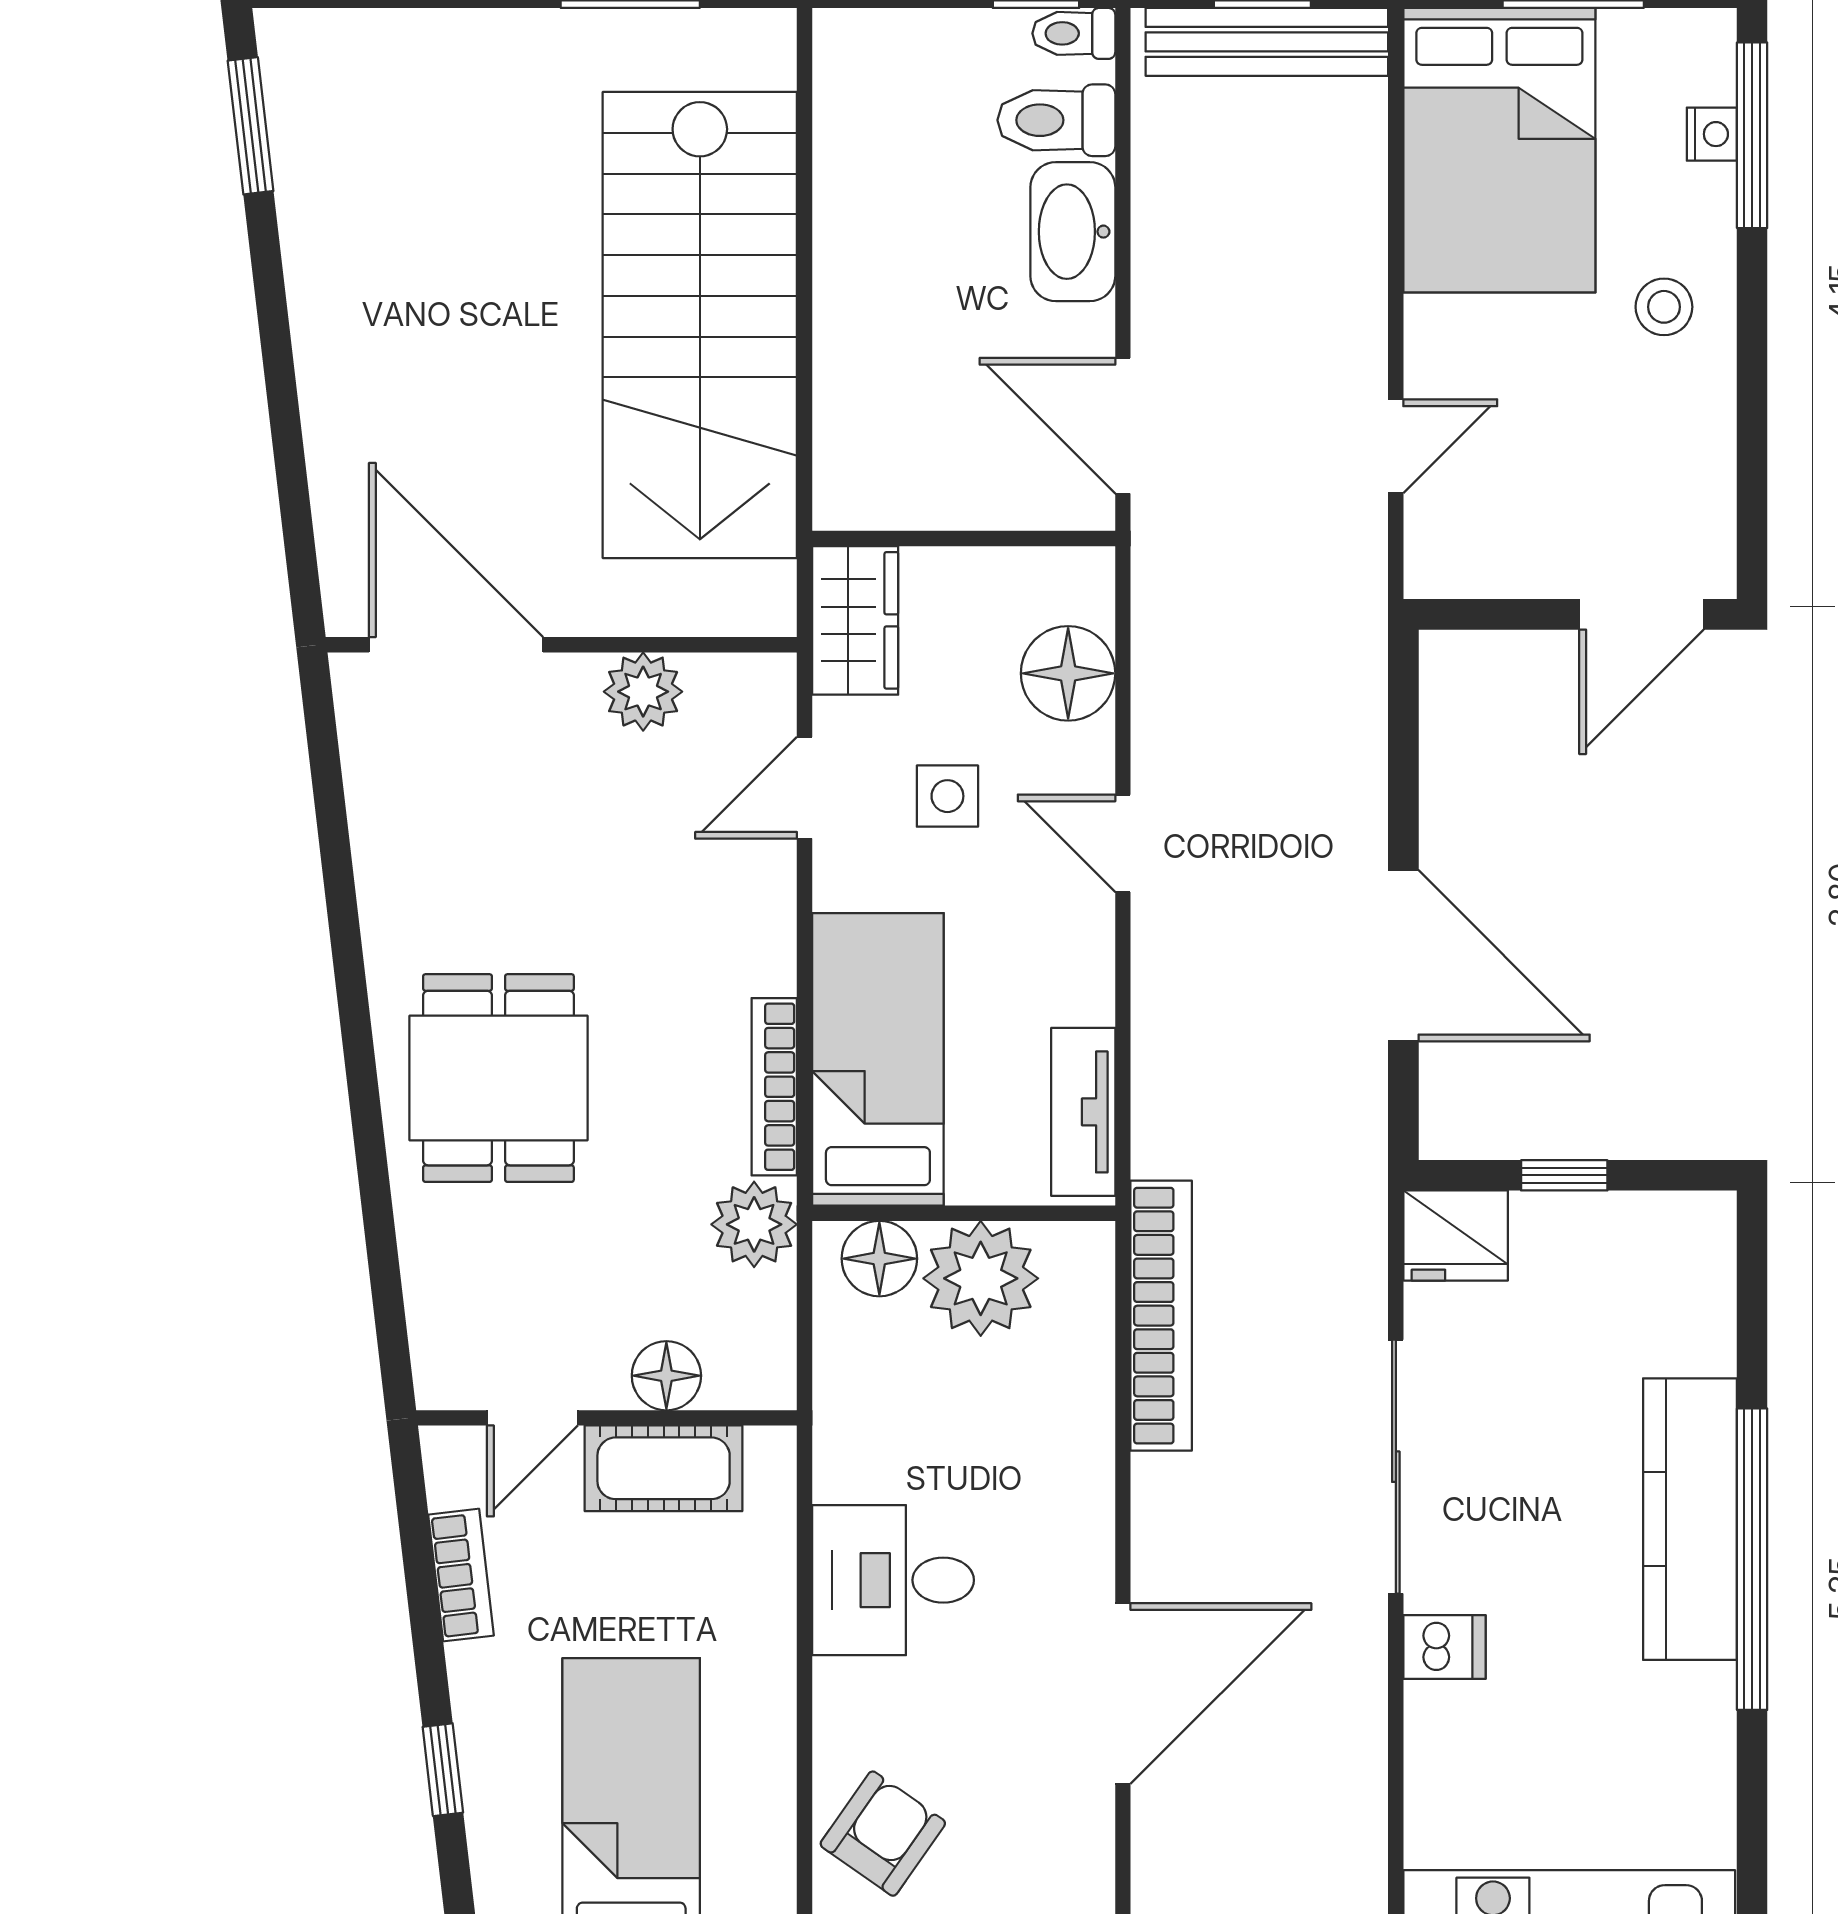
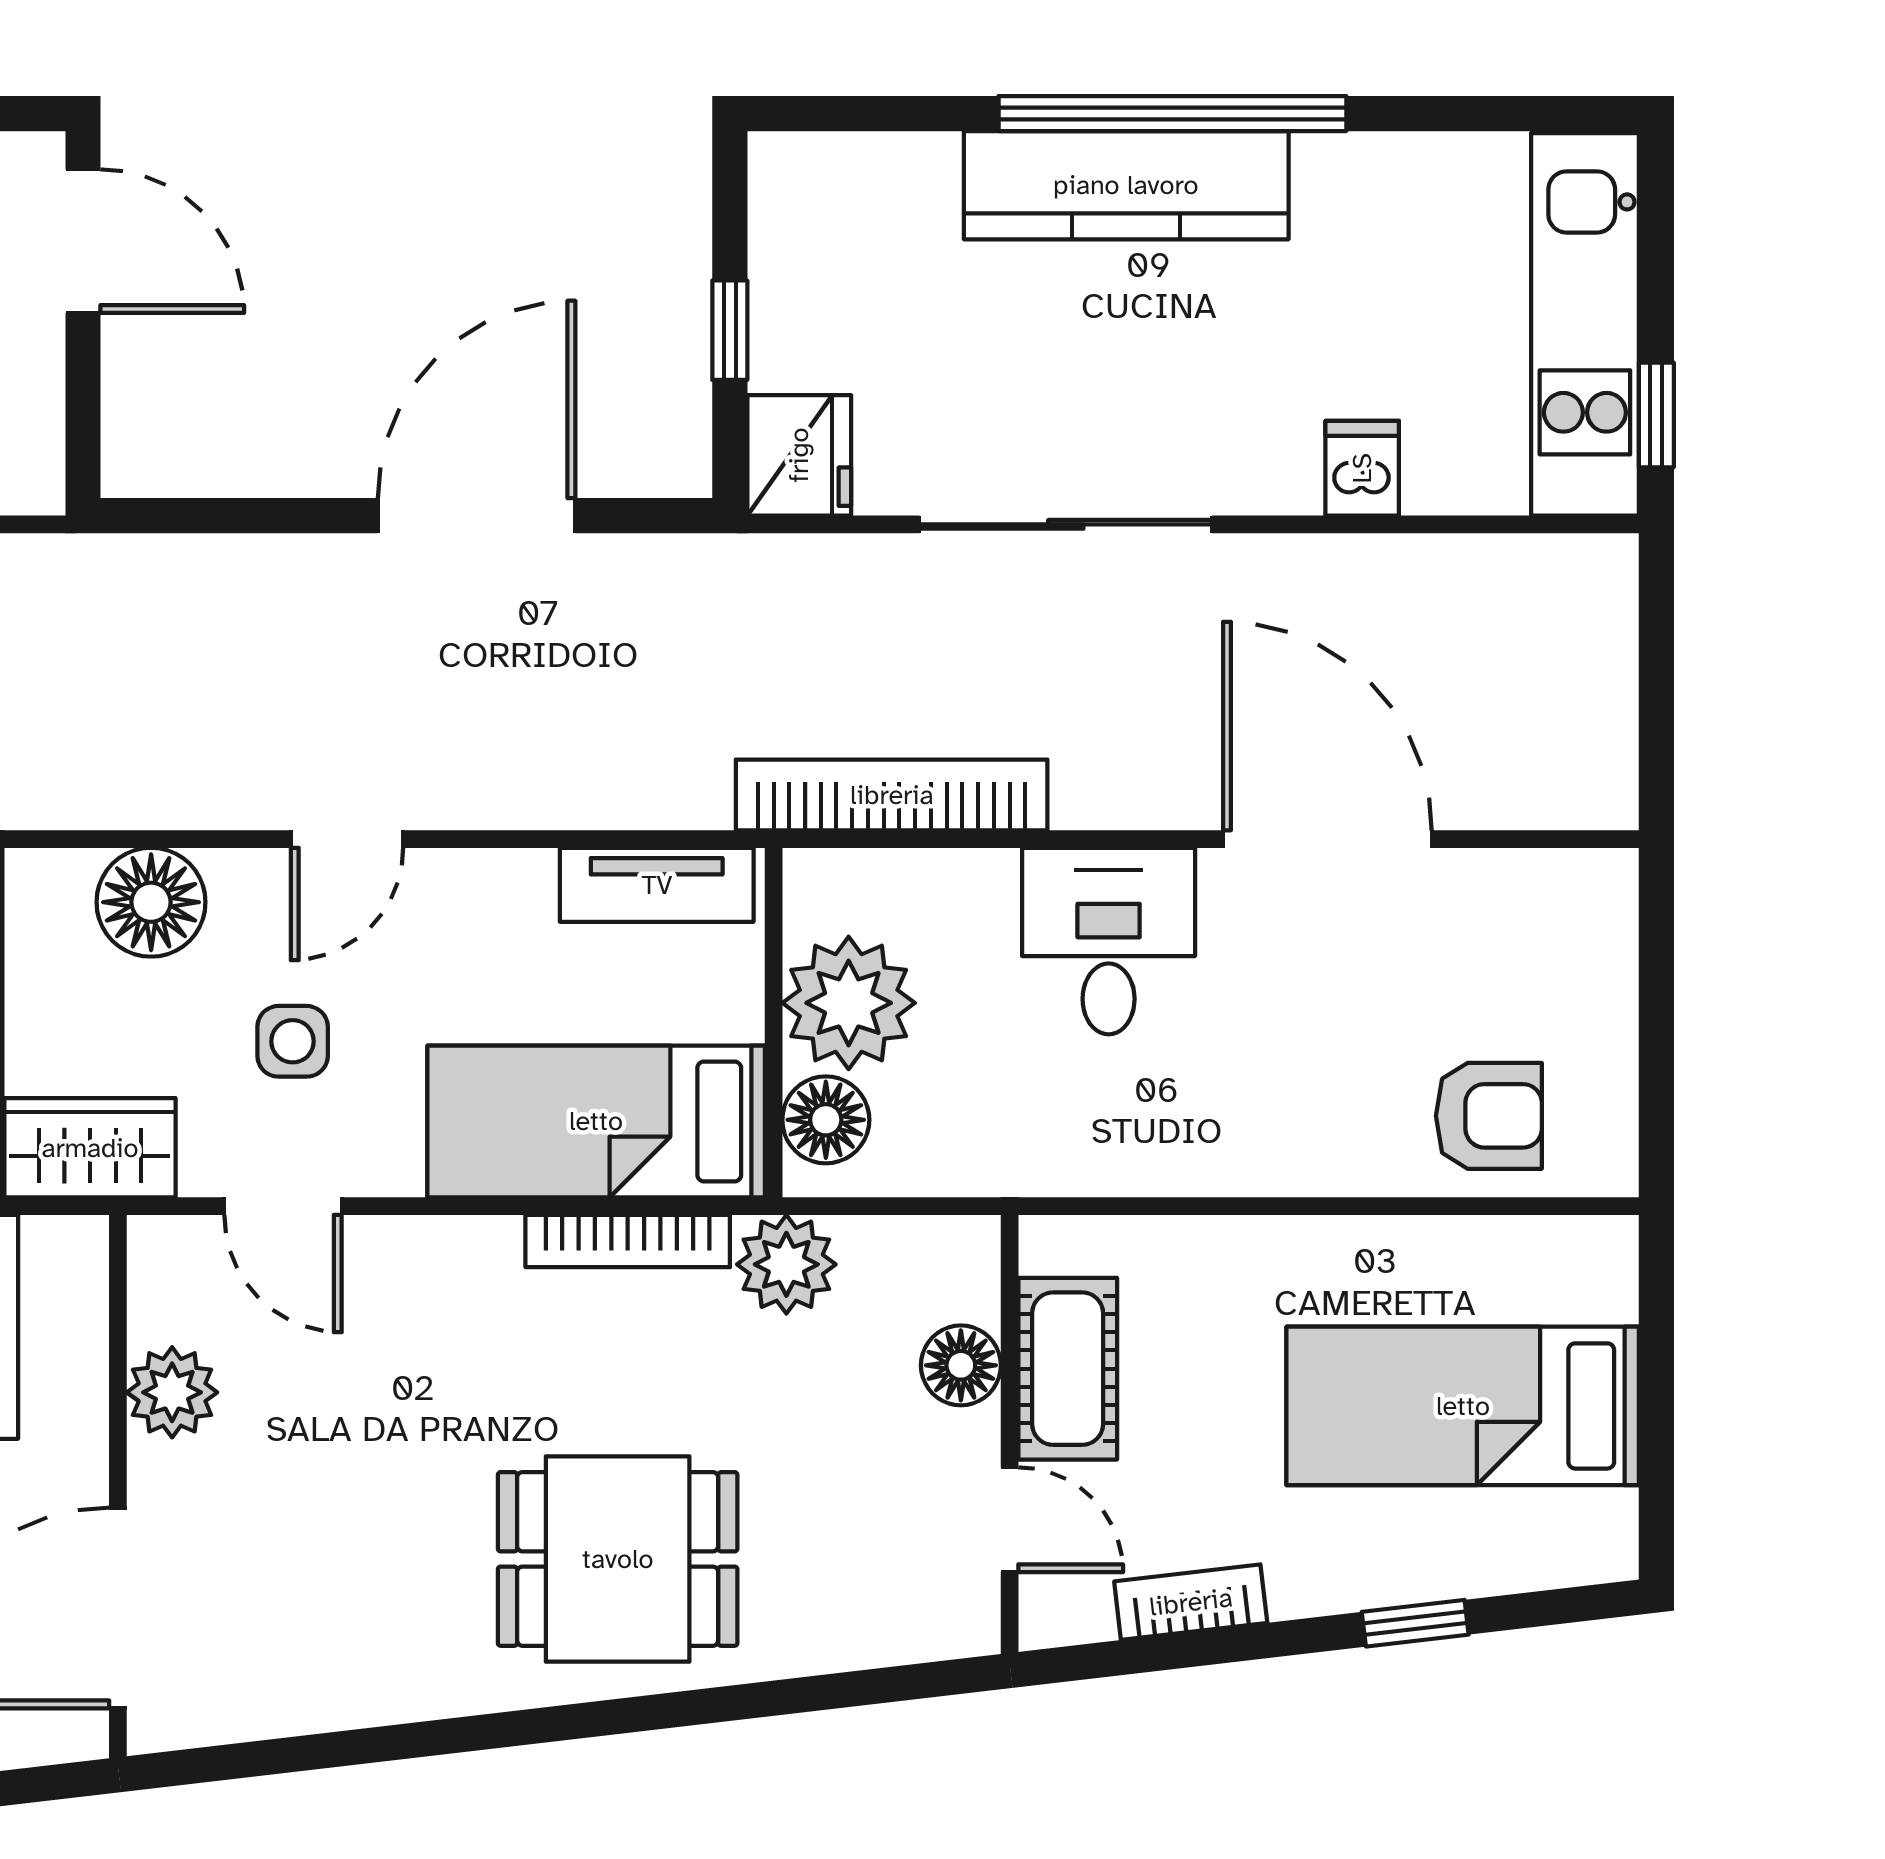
desk: (893, 1580) -> (1109, 941), moved, turned 180
dishwasher: (1444, 1647) -> (1362, 468), moved
armchair: (883, 1834) -> (1489, 1116), turned 145

